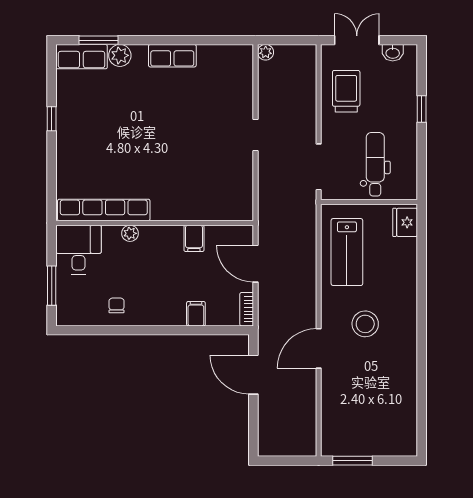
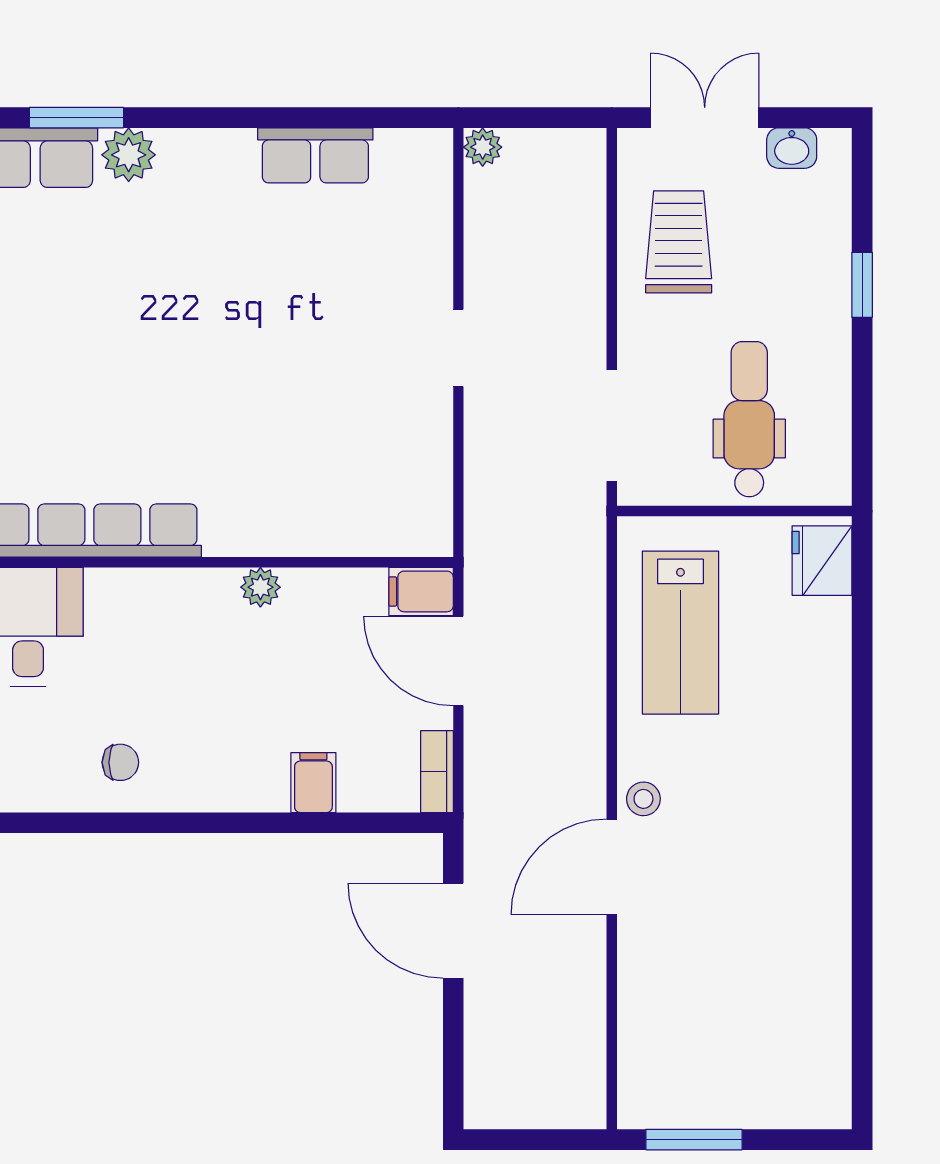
row of seats: (172, 56) -> (315, 155), moved
plant: (130, 233) -> (260, 587), moved
filing cabinet: (194, 238) -> (421, 591), moved, turned 90
chair: (116, 305) -> (120, 762), turned 90
stool: (365, 324) -> (643, 799), moved, width x0.53, depth x0.53

